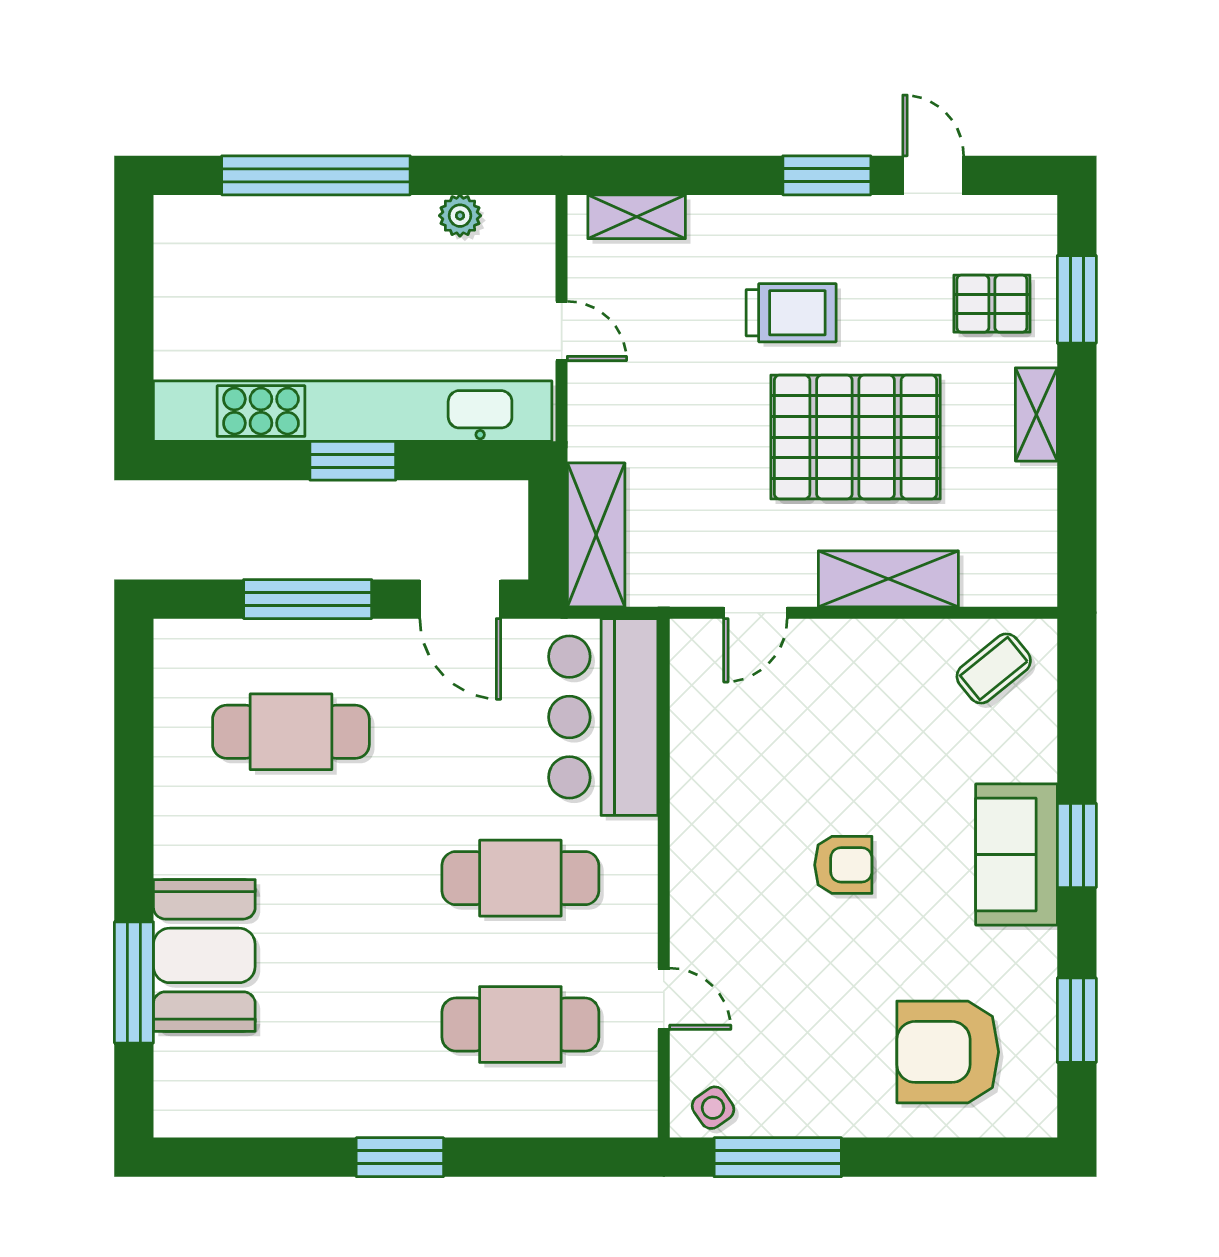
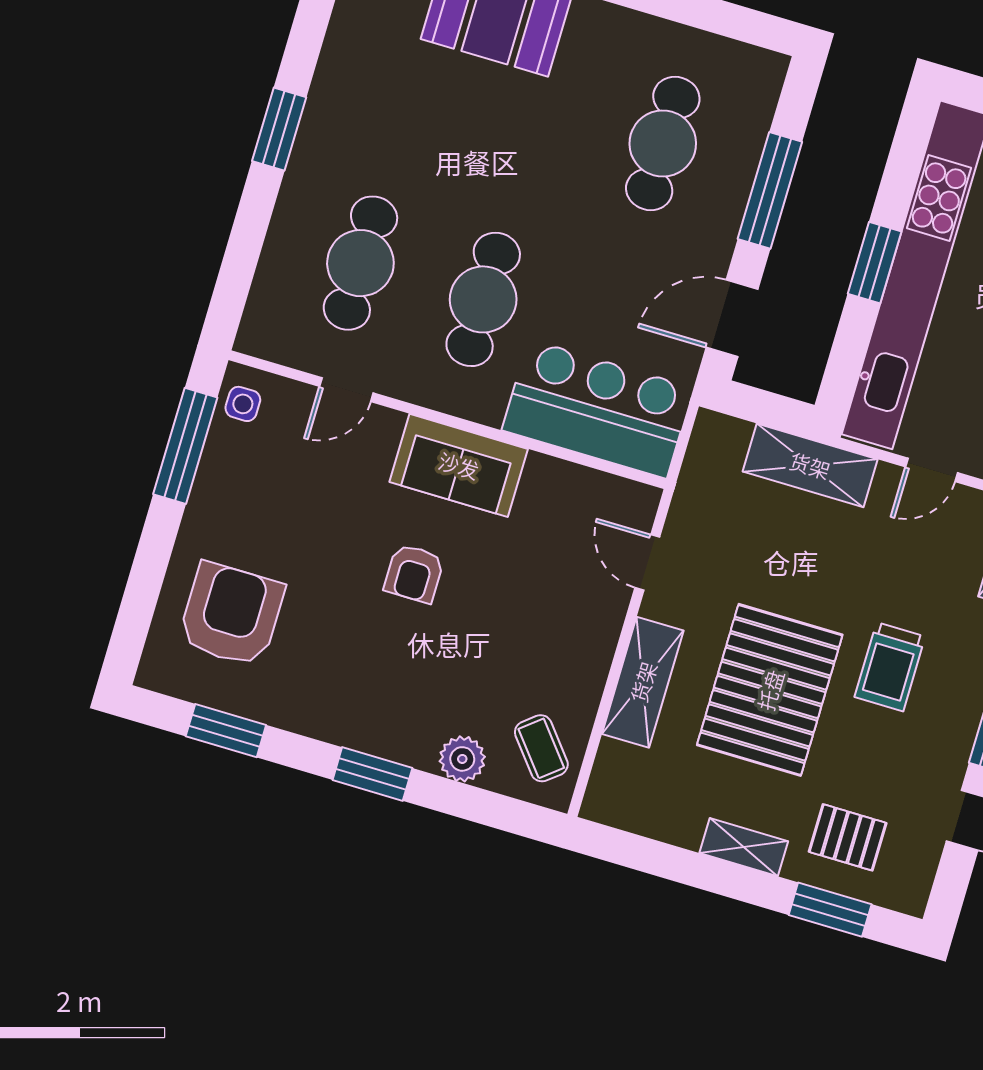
pallet: (992, 304) -> (848, 837), turned 90
shelving: (596, 535) -> (810, 465), moved
plant: (1031, 752) -> (462, 759), added
sofa: (1016, 855) -> (459, 465), moved, turned 180
side table: (713, 1108) -> (243, 404), turned 35

